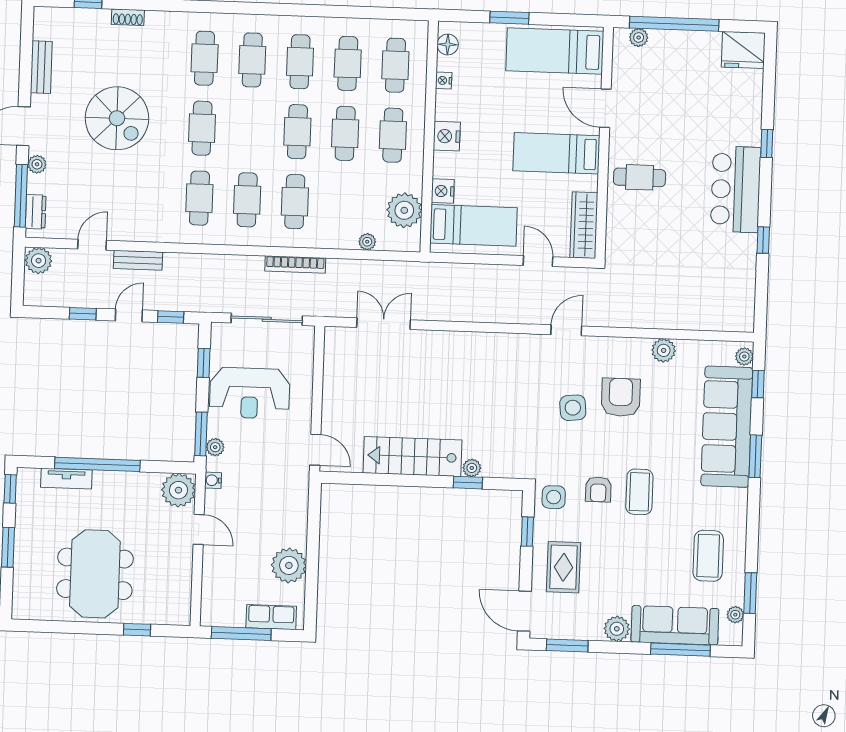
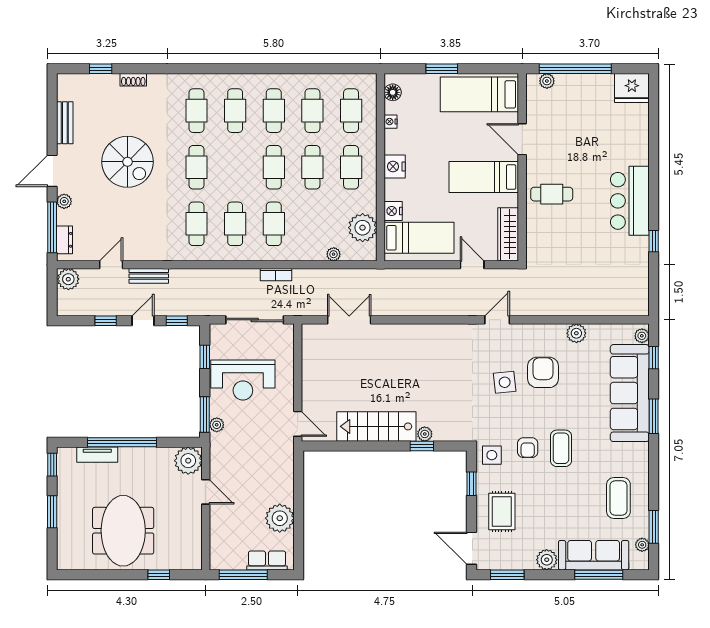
window: (767, 143) -> (654, 163), removed
bookcase: (295, 264) -> (276, 275), width x0.64
water cooler: (213, 480) -> (216, 452), removed

